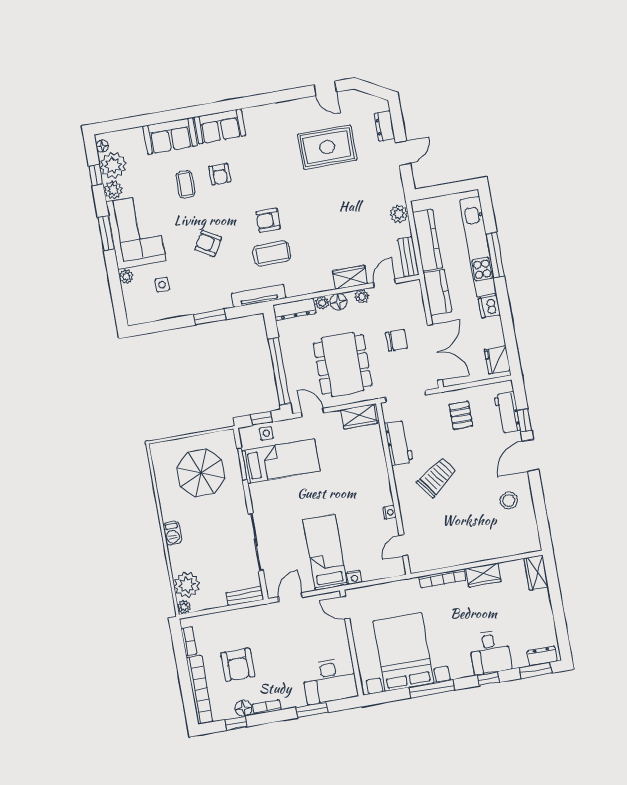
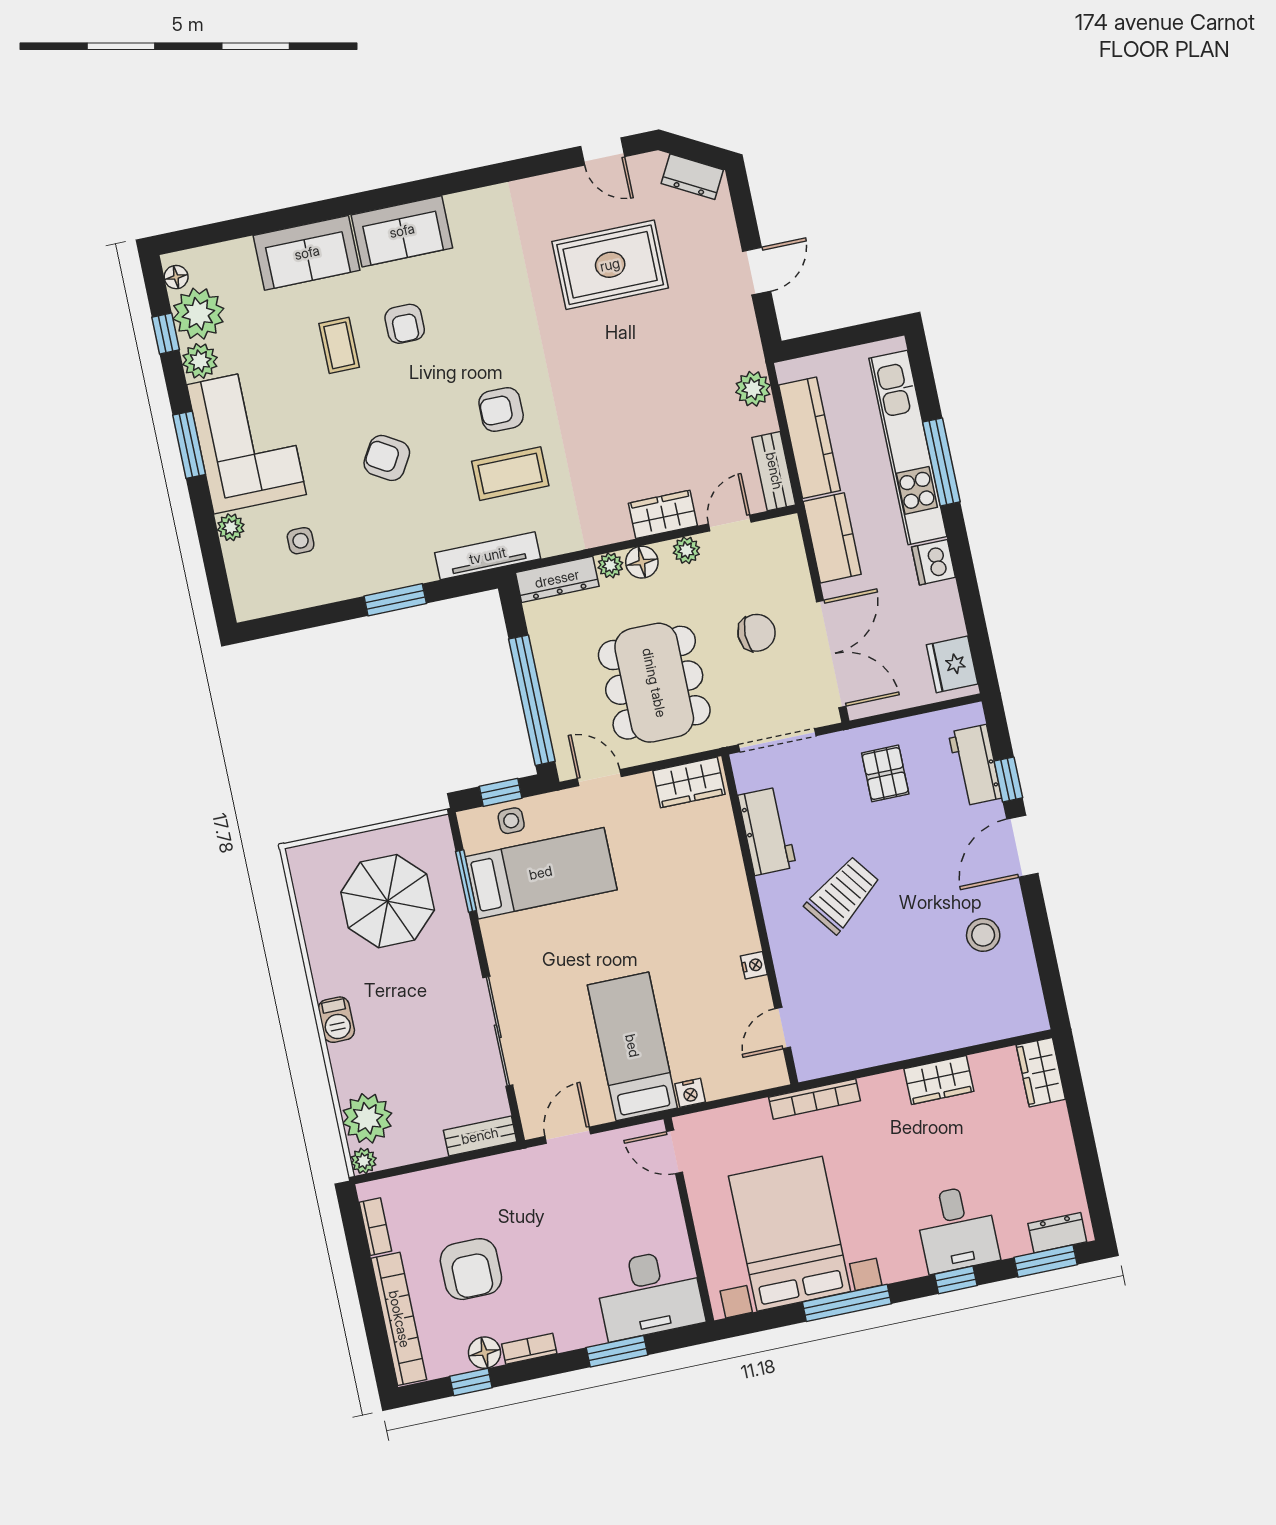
dresser: (385, 126) -> (692, 177), moved, turned -61
bookcase: (442, 578) -> (814, 1099), moved

